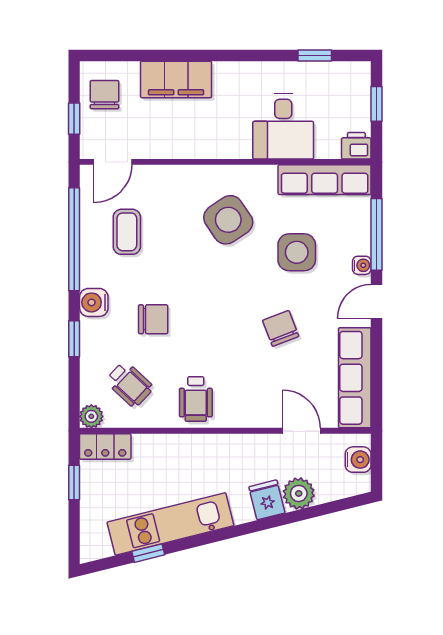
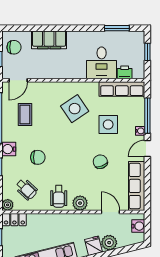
window: (315, 55) -> (117, 28), width x1.50
chair: (105, 95) -> (14, 47), turned 90
printer: (356, 146) -> (125, 72), moved
plant: (239, 413) -> (80, 203), added

